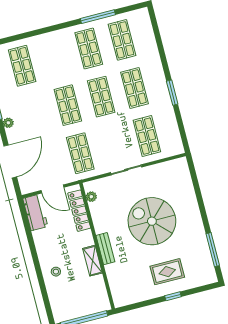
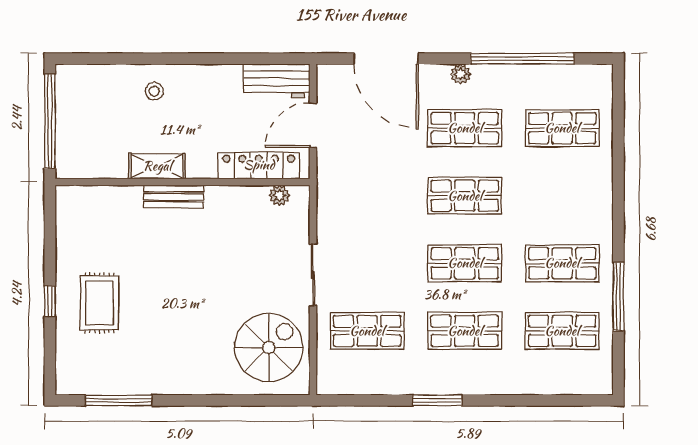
shop shelf: (80, 153) -> (465, 128), moved
spiral stairs: (152, 221) -> (269, 347), moved, width x0.73, depth x0.73

